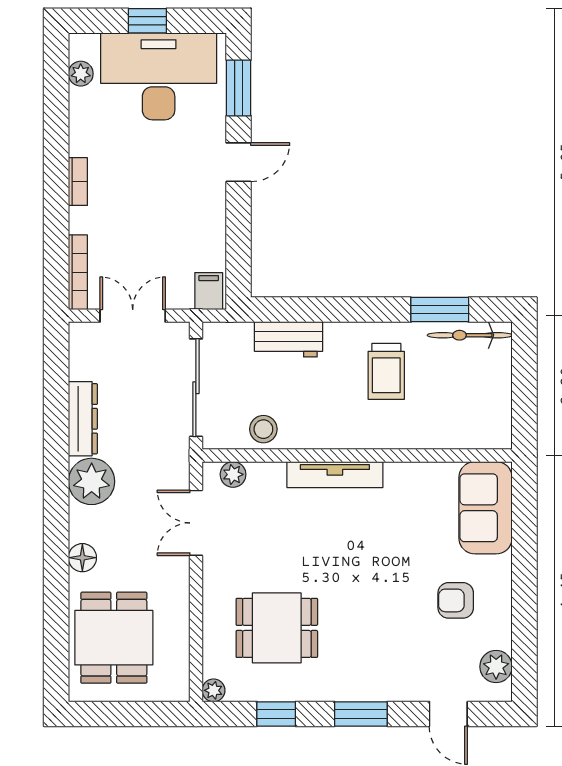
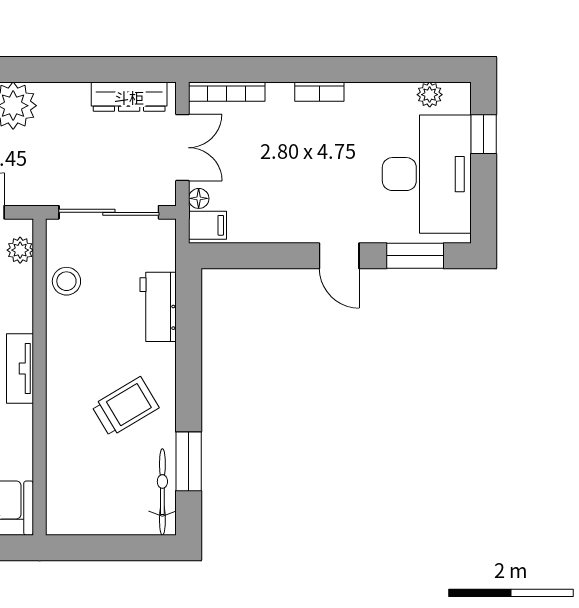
window: (147, 21) -> (484, 134), moved
floor lamp: (182, 300) -> (199, 198), added
trolley: (386, 371) -> (125, 407), turned 149
dresser: (83, 419) -> (129, 97), moved
tv unit: (335, 475) -> (20, 368), width x0.71

